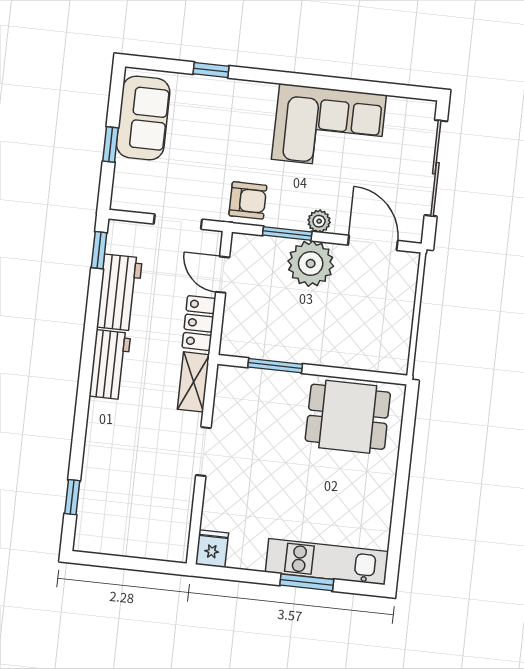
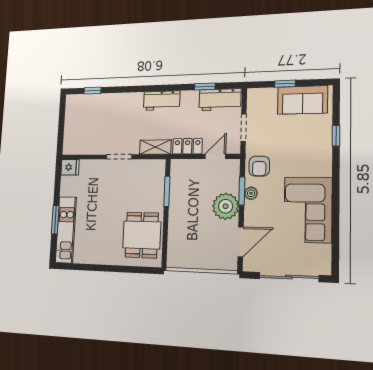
plant: (319, 221) -> (251, 193), moved
window: (99, 250) -> (205, 87), moved
workbench: (119, 293) -> (220, 100), moved

